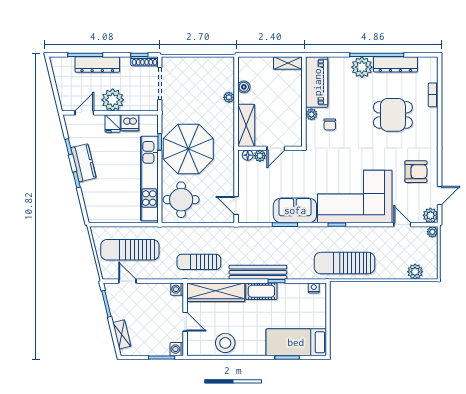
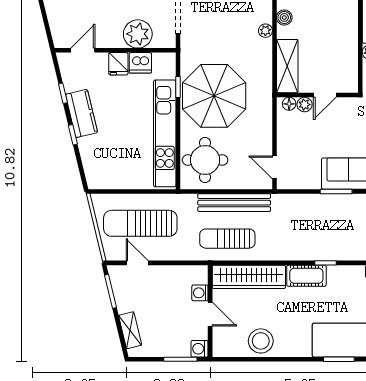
plant: (113, 100) -> (138, 34), moved
bench: (258, 272) -> (234, 203), moved
washing machine: (177, 289) -> (200, 293), moved

